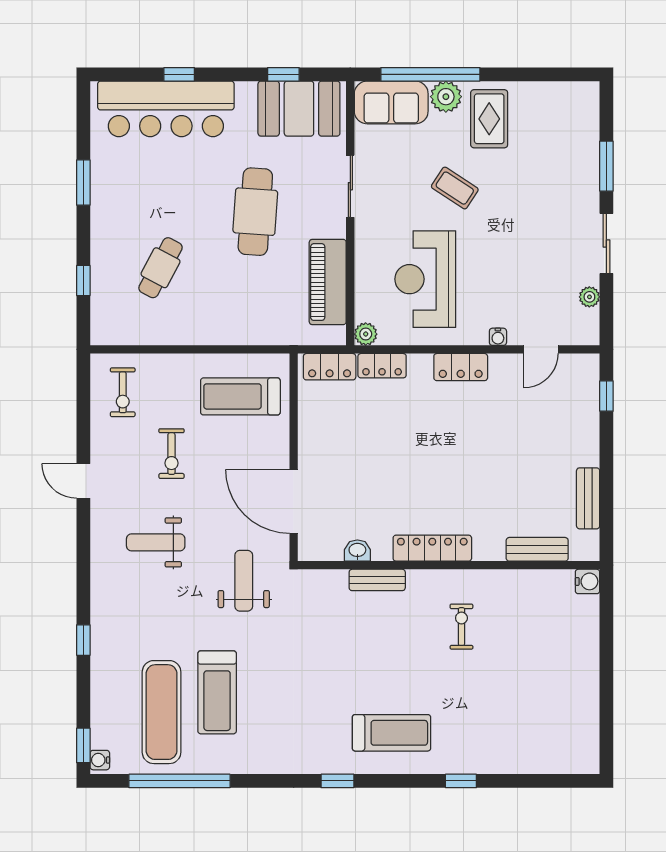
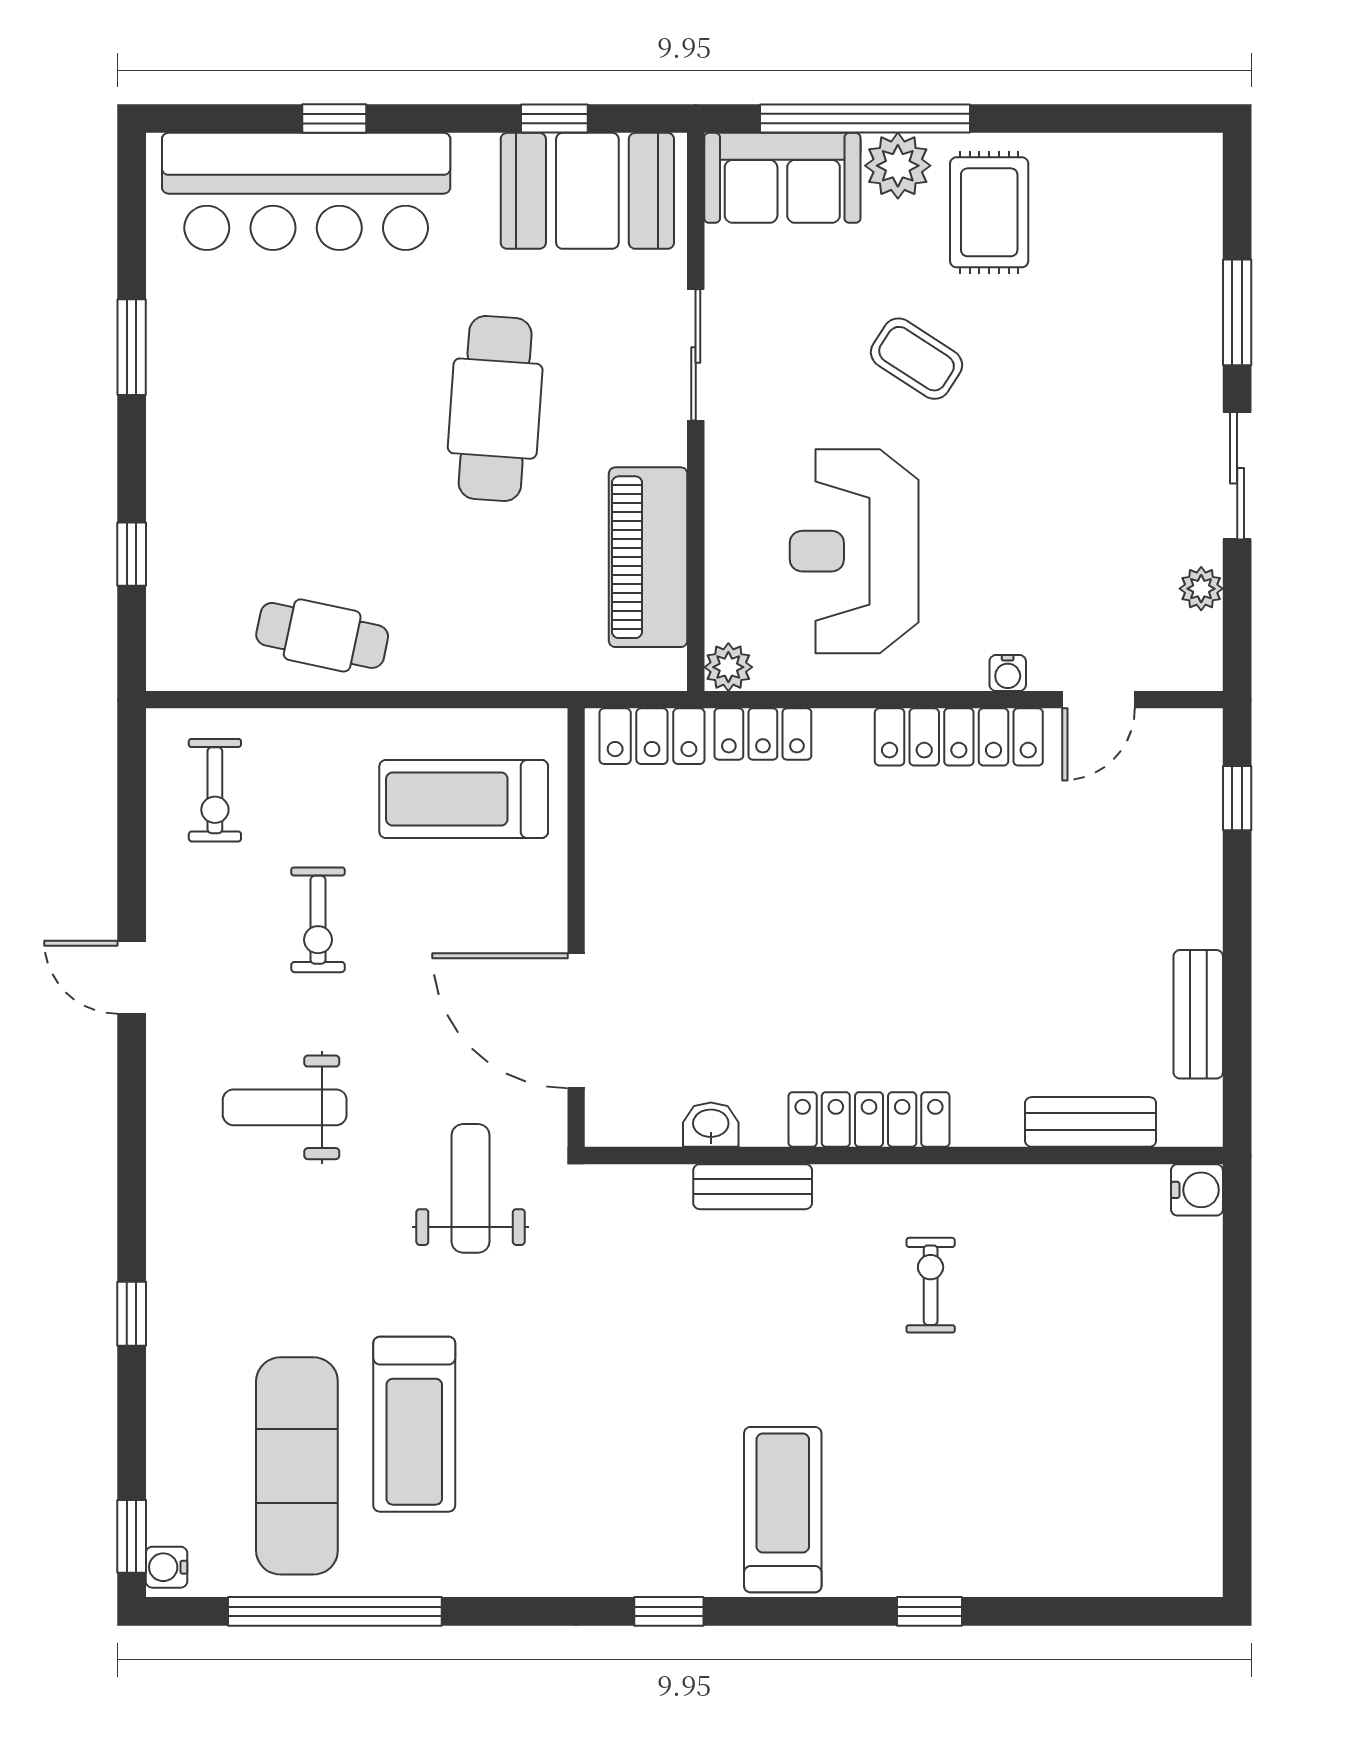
cafe table: (161, 268) -> (322, 635), moved, turned 74
locker: (461, 367) -> (959, 737), width x1.53
treadmill: (391, 733) -> (783, 1510), turned -90

